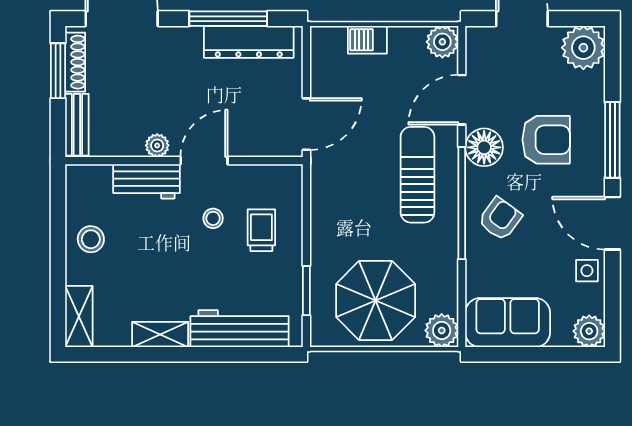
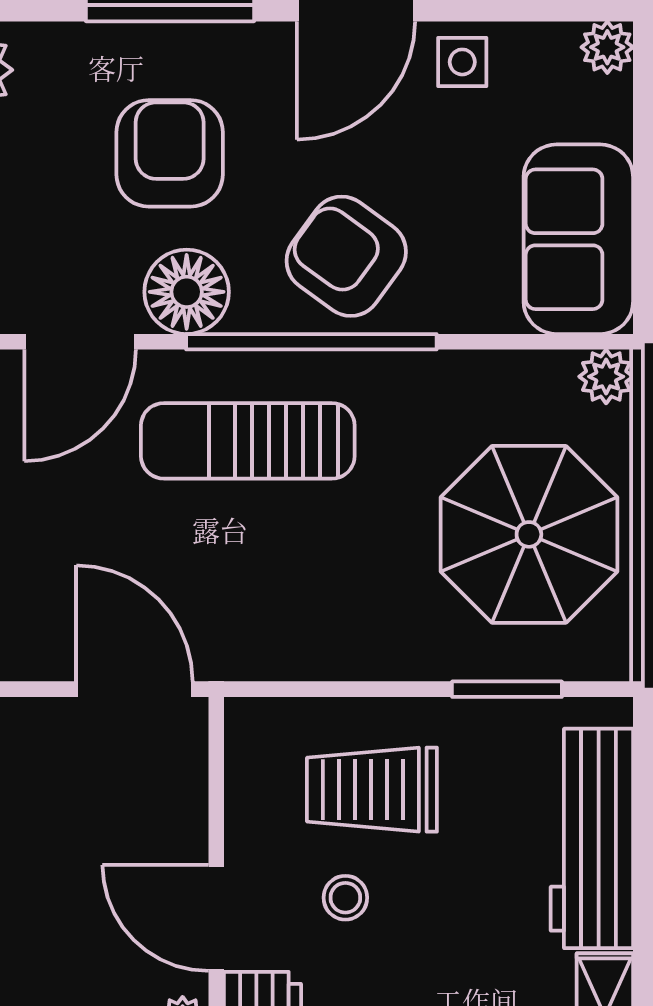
door: (462, 100) -> (80, 342), hinge flipped
armchair: (500, 219) -> (346, 256), width x1.38, depth x1.38
trolley: (261, 230) -> (372, 790), width x1.36, depth x1.39
plant: (442, 330) -> (606, 377), width x0.73, depth x0.73
plant: (589, 331) -> (607, 47), width x0.73, depth x0.73

